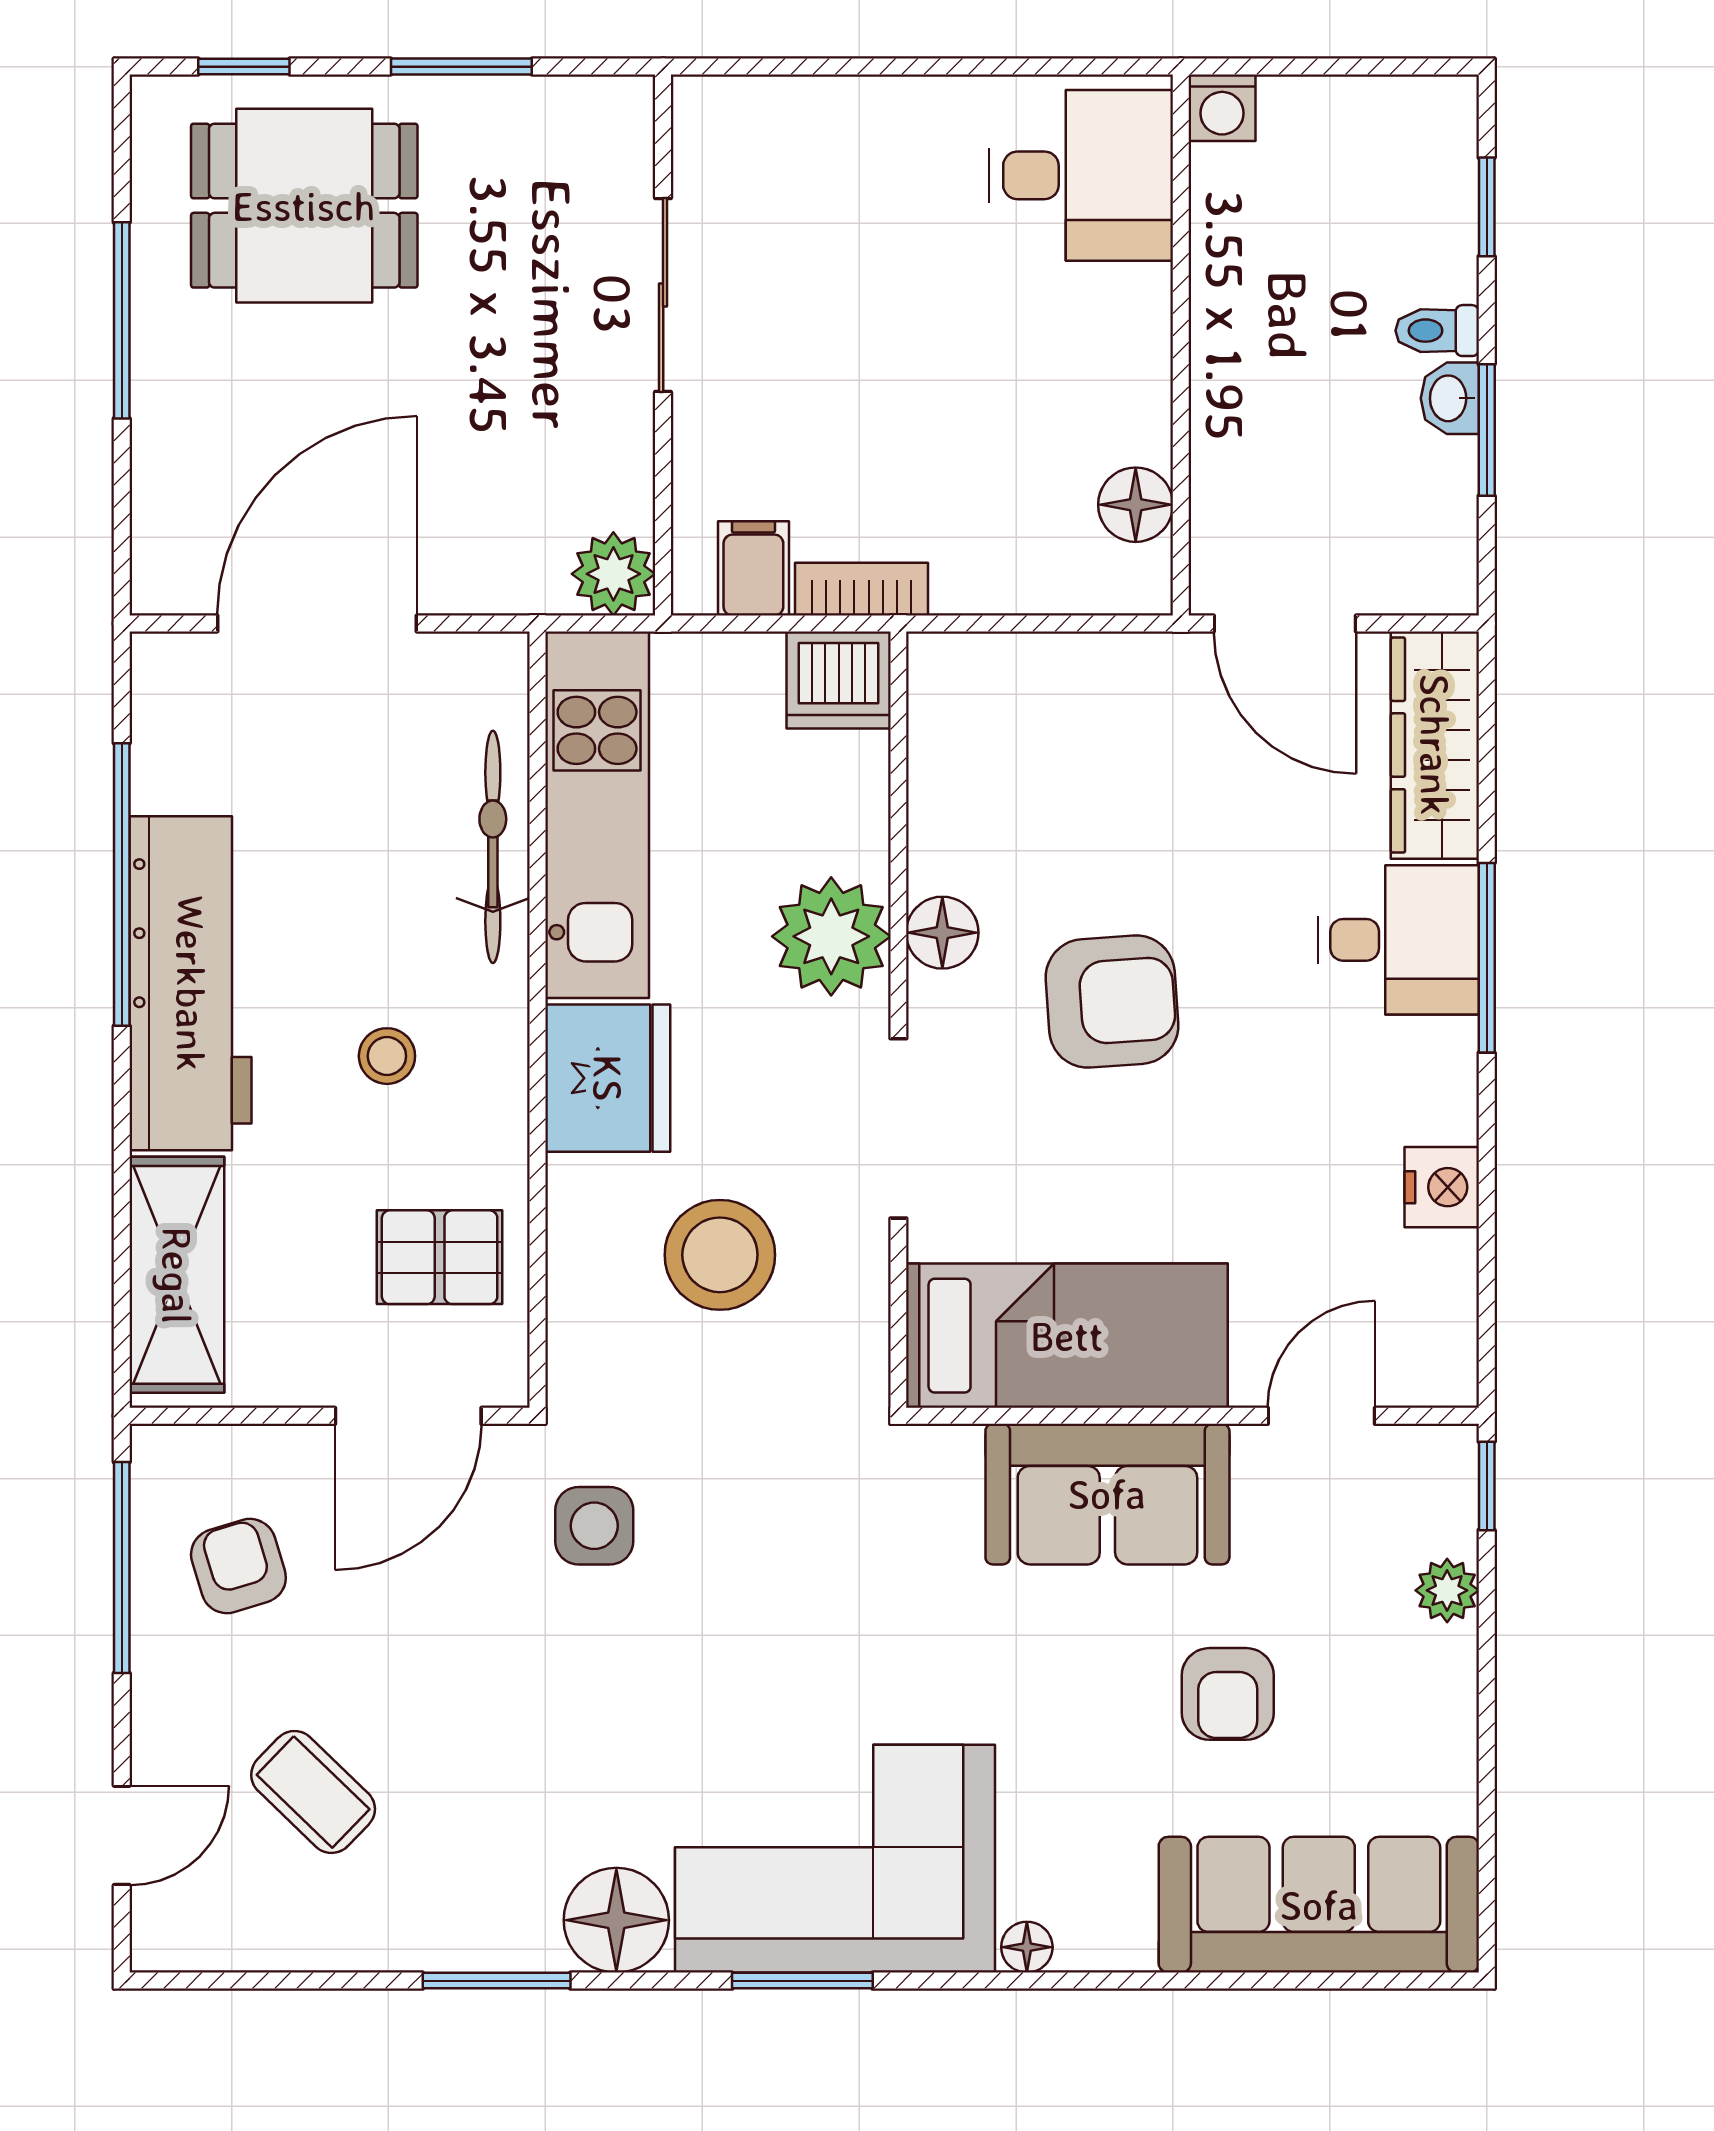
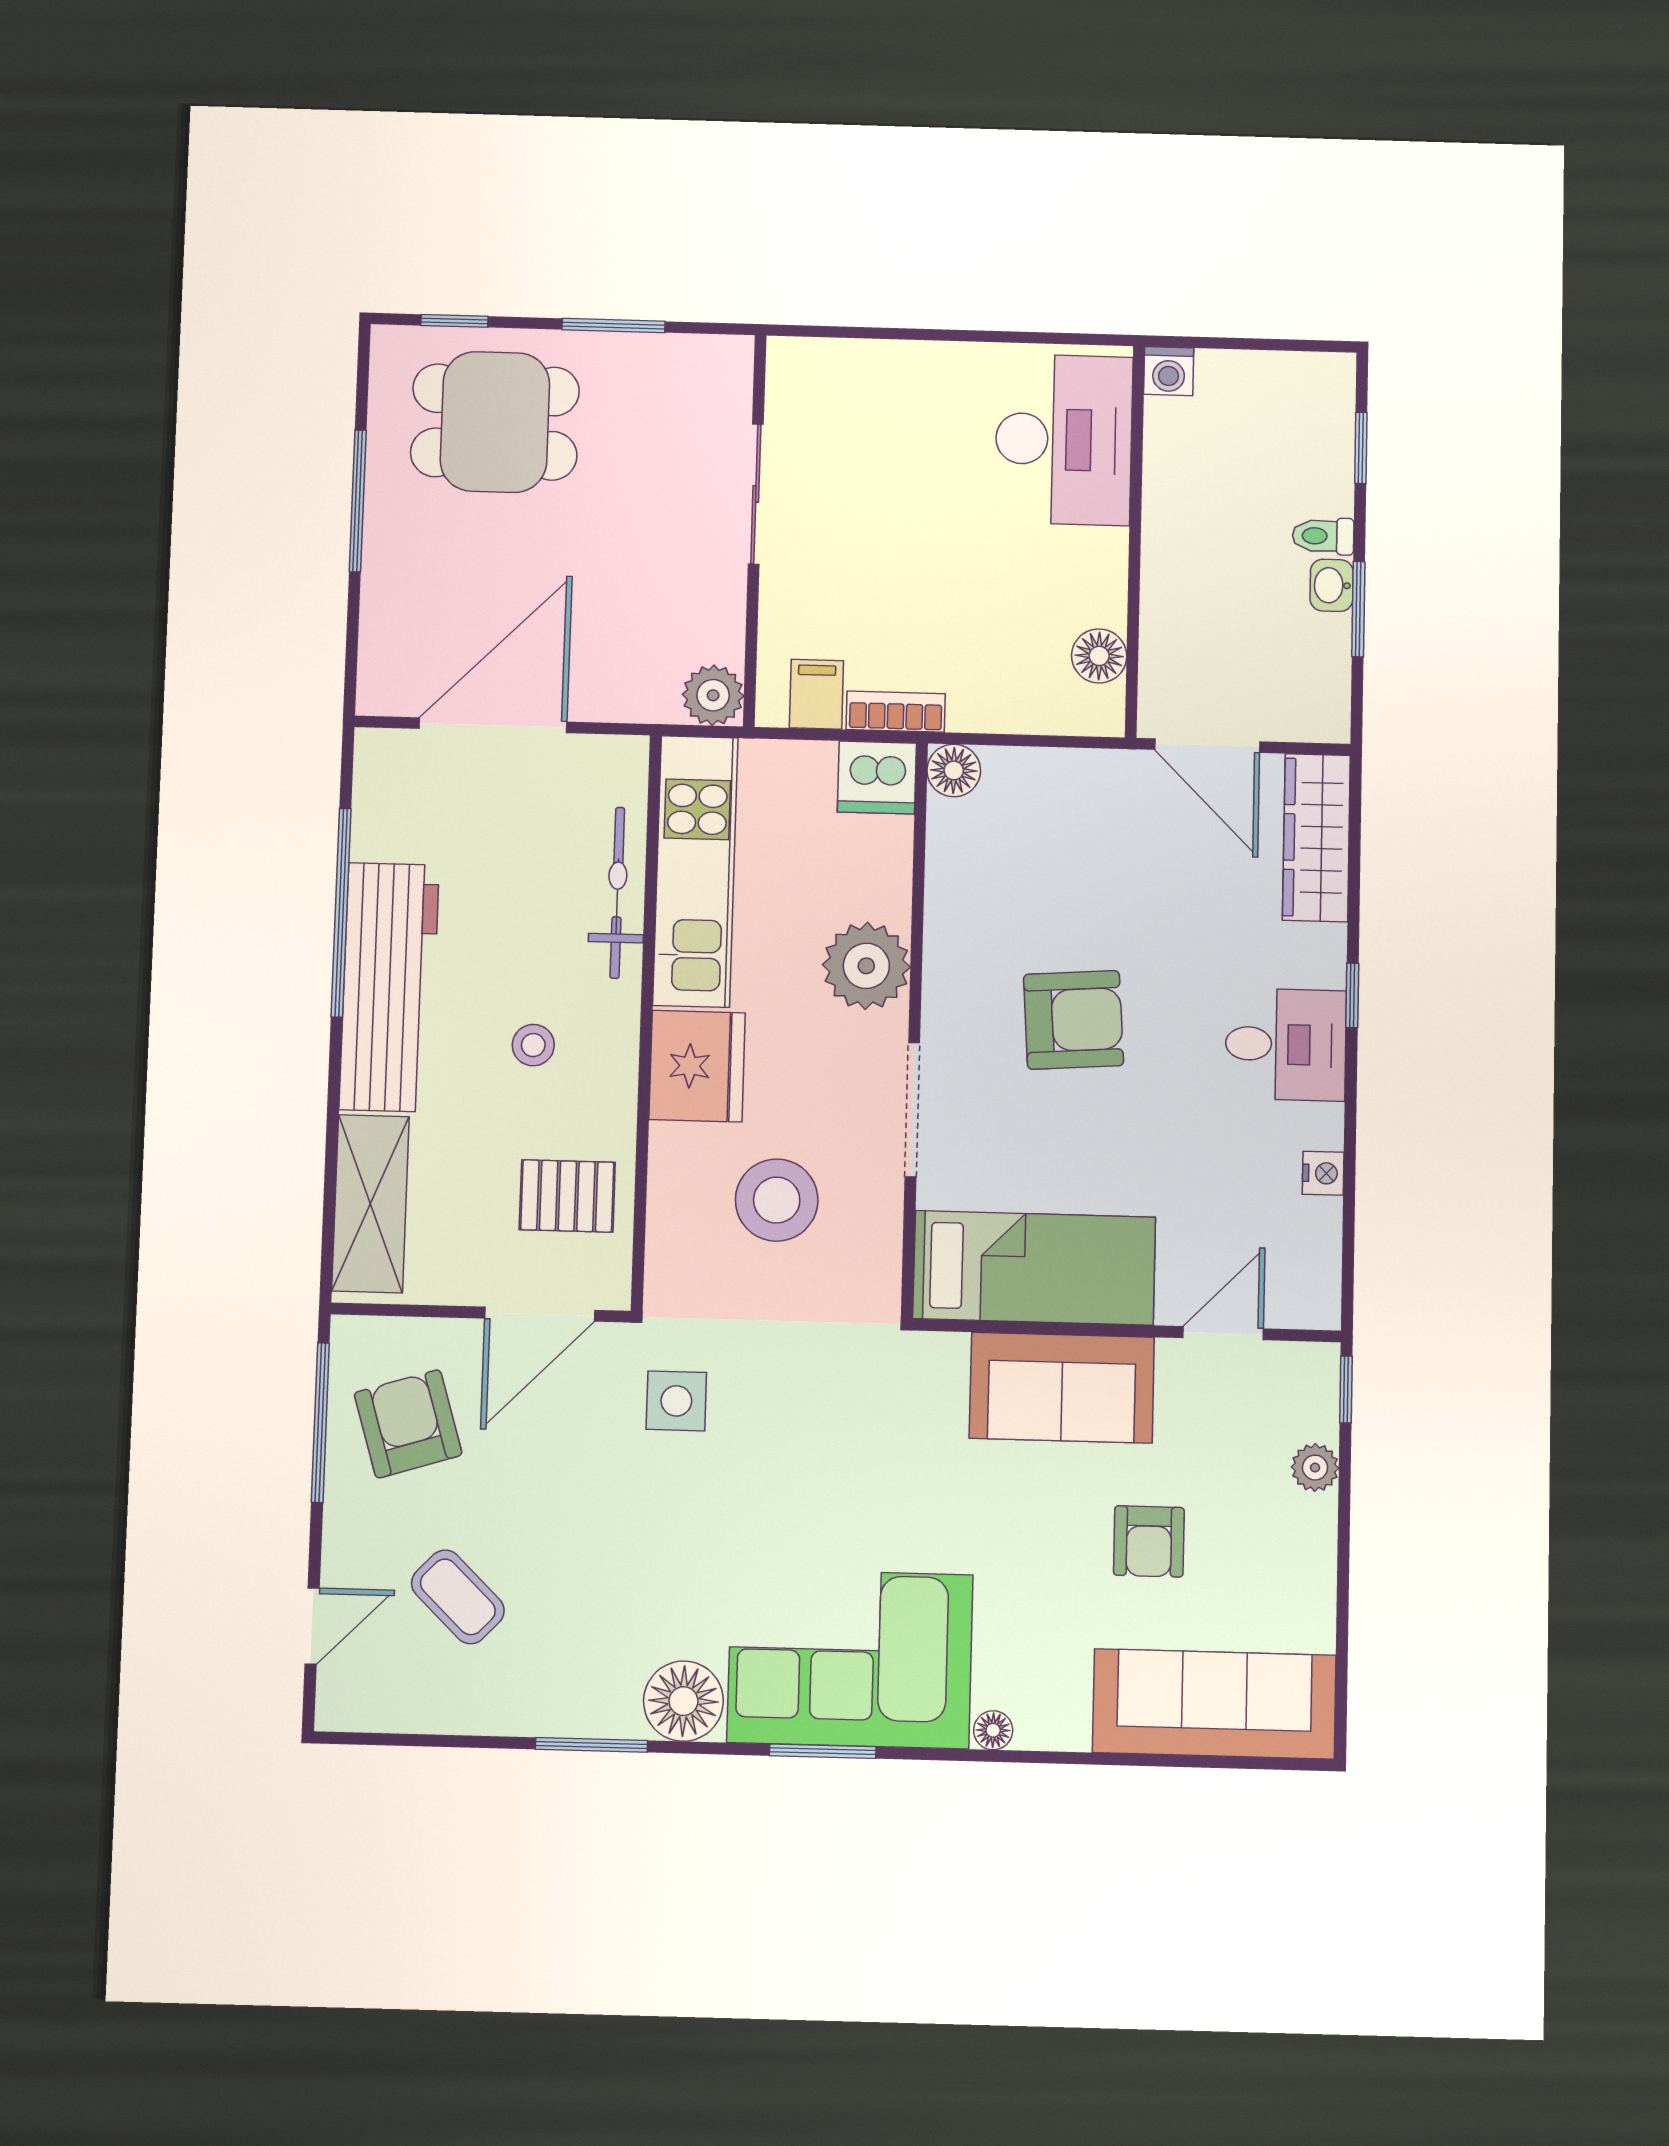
desk: (1081, 175) -> (1064, 440), width x1.37
floor lamp: (942, 933) -> (954, 770), moved
desk: (1398, 940) -> (1286, 1044), moved
window: (1487, 958) -> (1352, 995), width x0.46
nightstand: (1442, 1187) -> (1323, 1173), width x0.72, depth x0.74
armchair: (238, 1566) -> (408, 1424), width x1.38, depth x1.38

